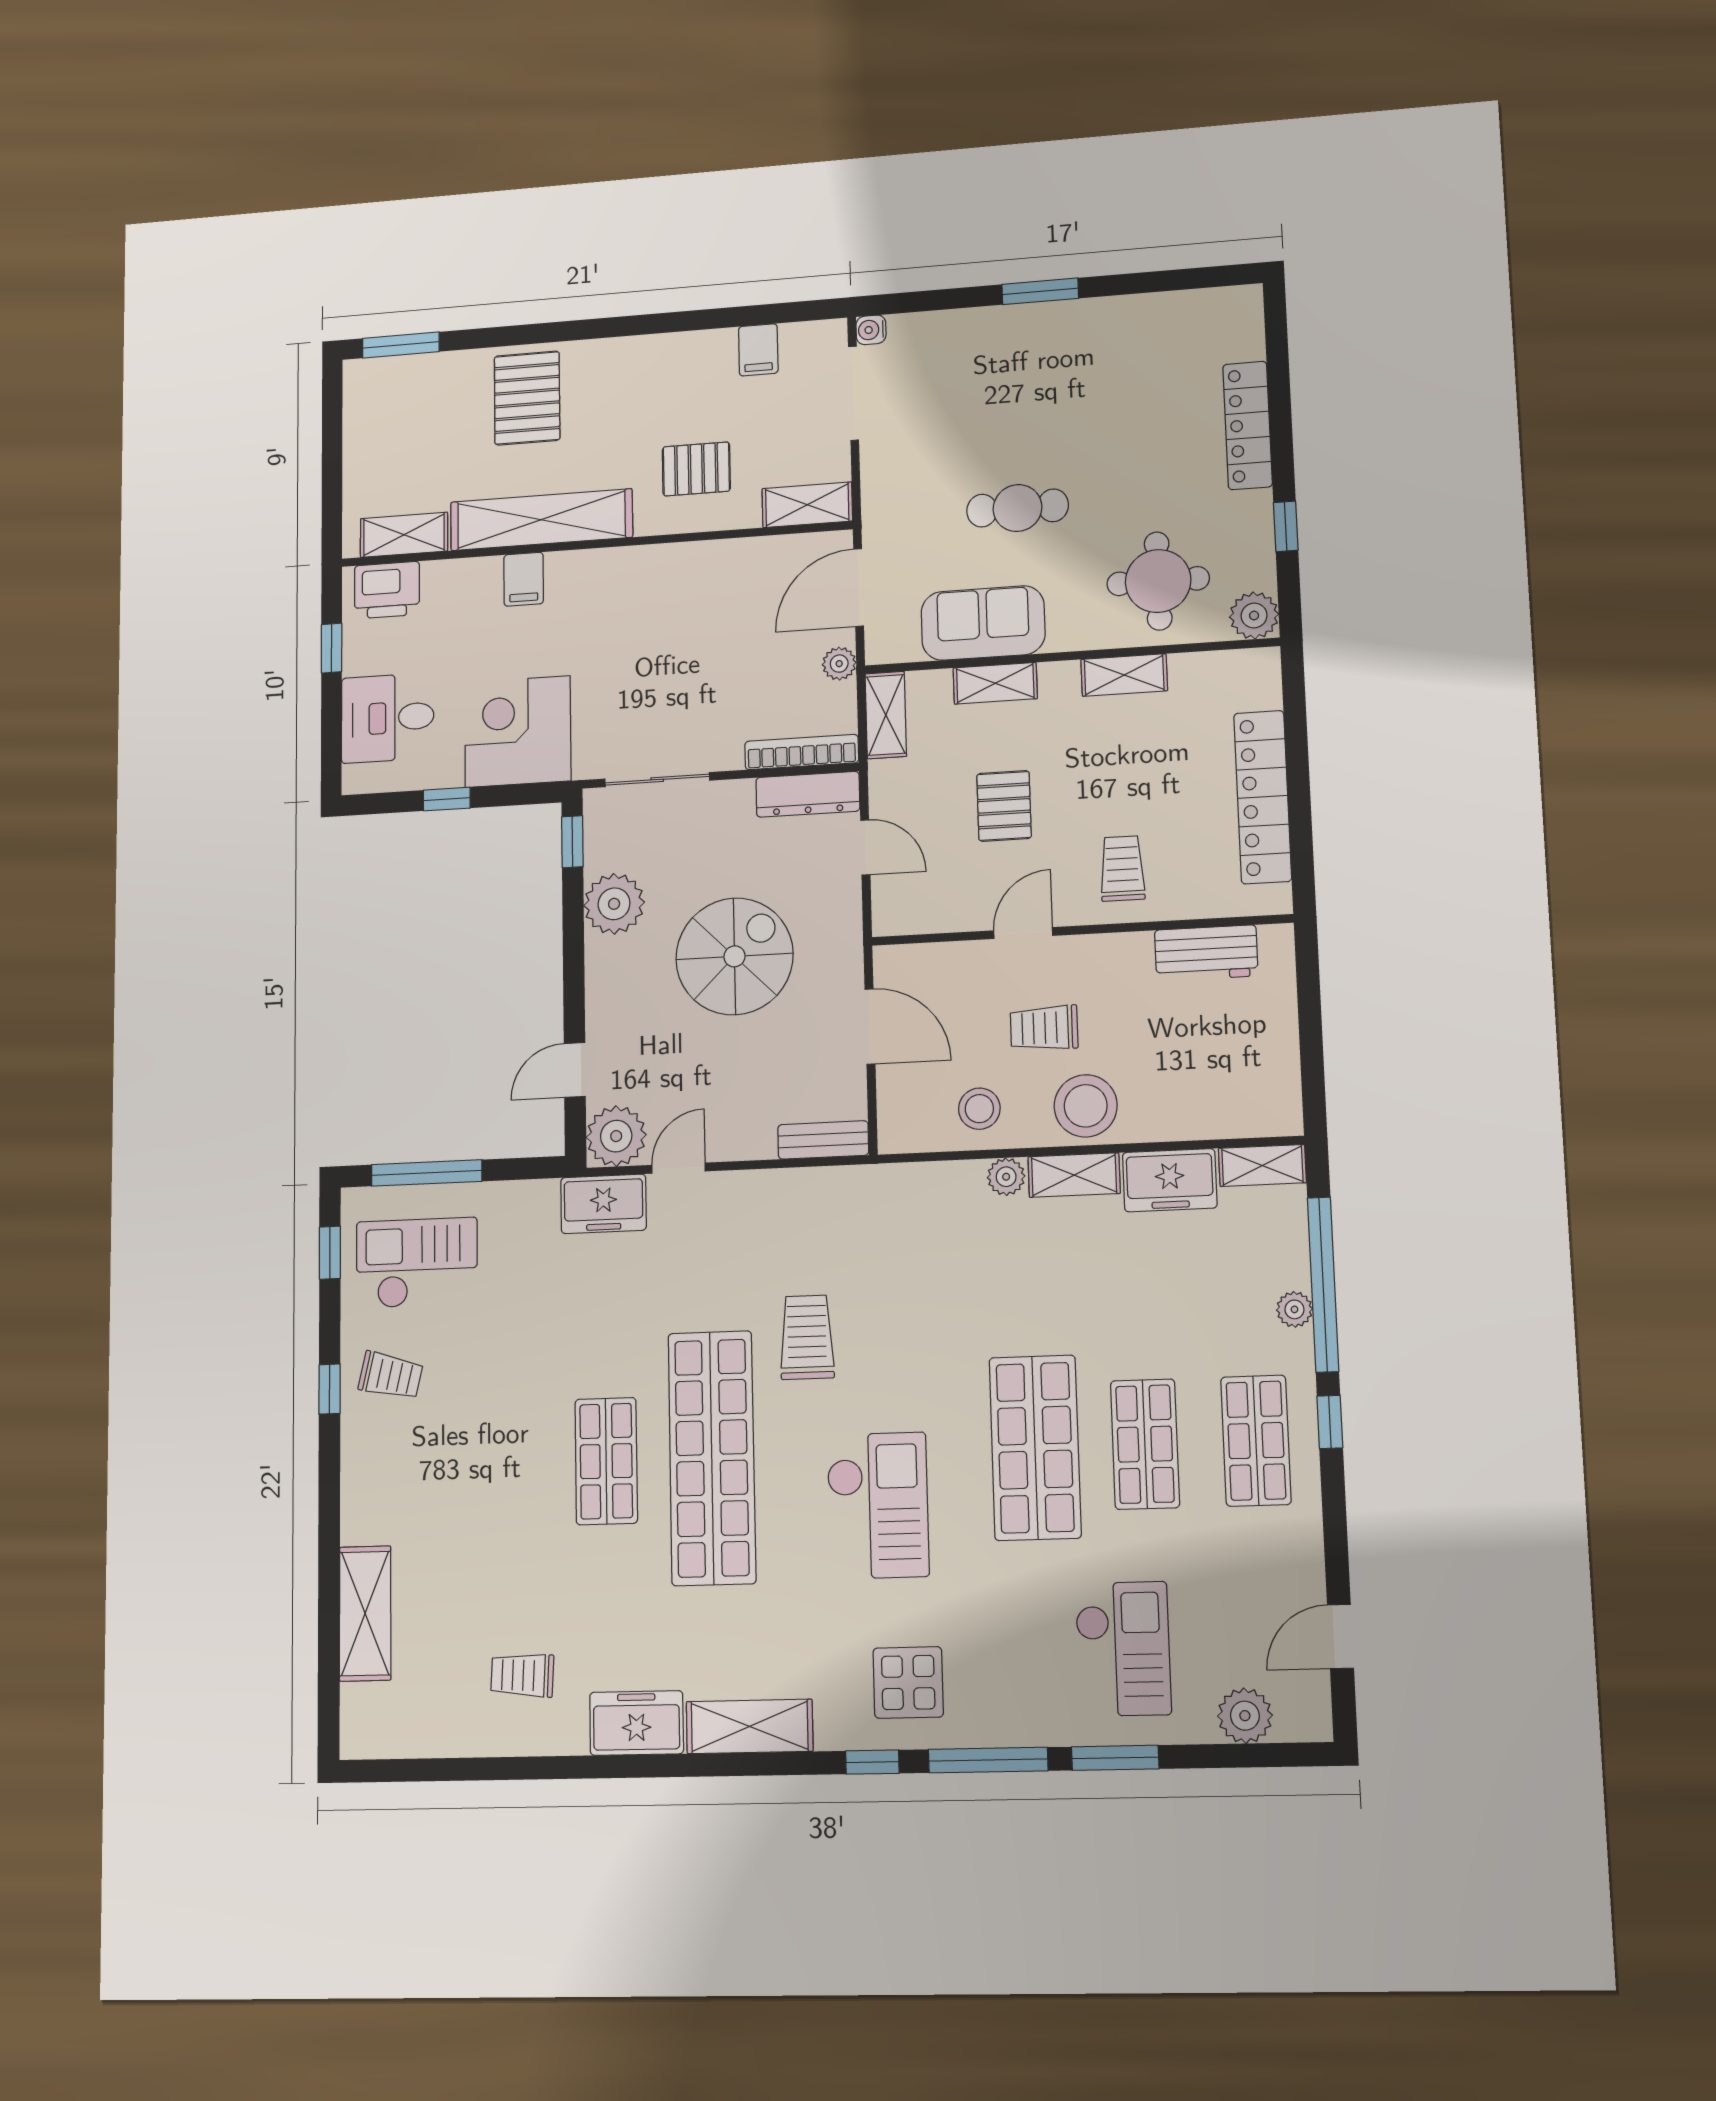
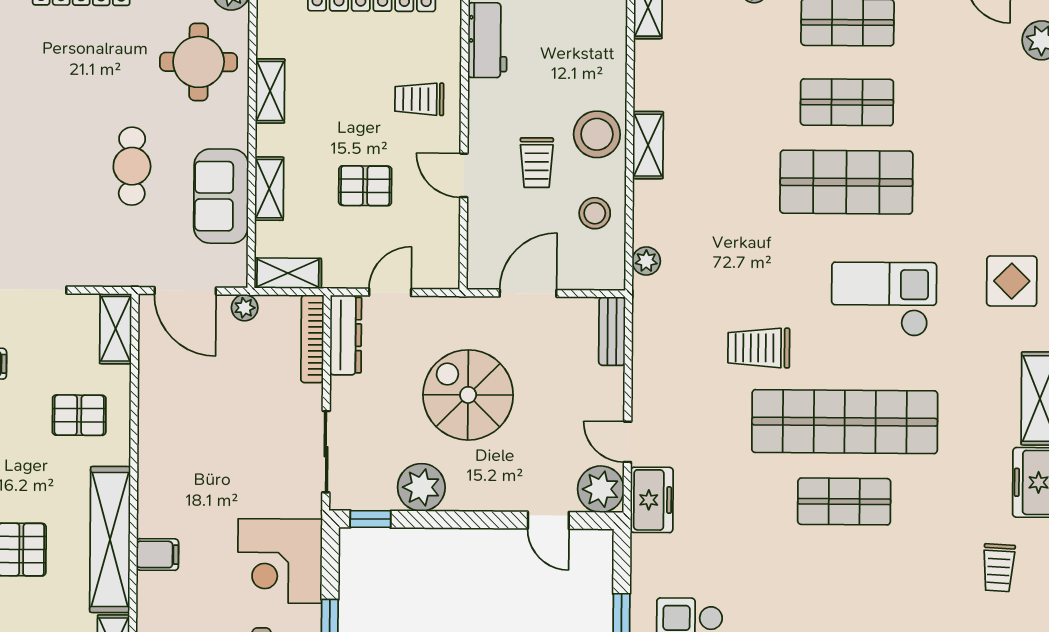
pallet: (696, 469) -> (79, 415), turned 90
plant: (1006, 1177) -> (646, 261), moved
freezer: (1170, 1180) -> (655, 75), removed
checkout: (1123, 1649) -> (992, 125), removed

